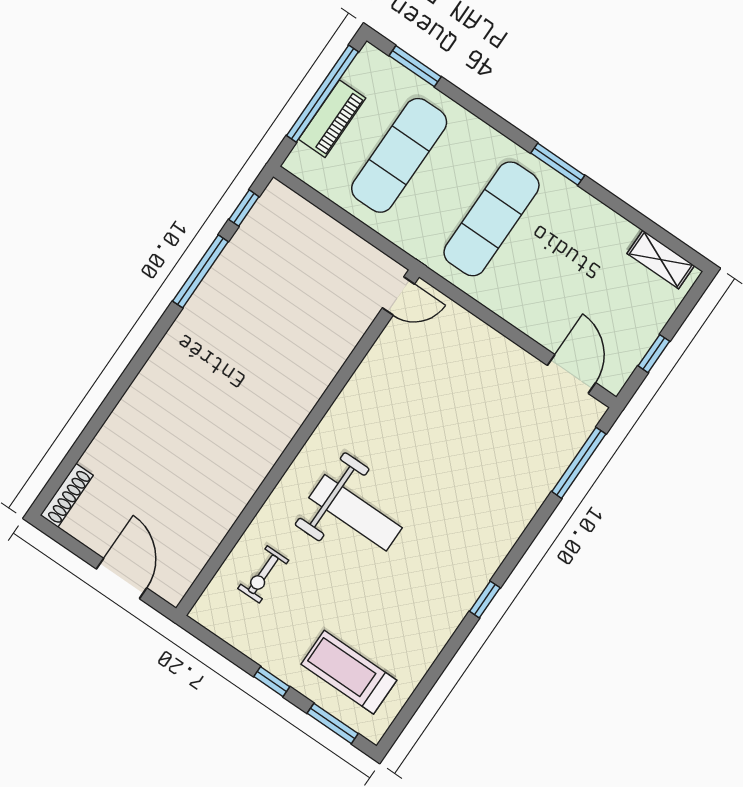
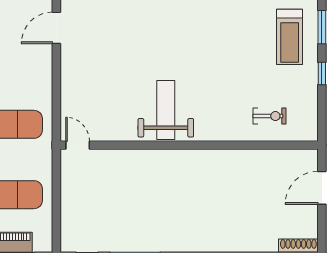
weight bench: (355, 513) -> (166, 110), moved

